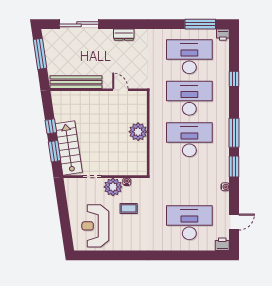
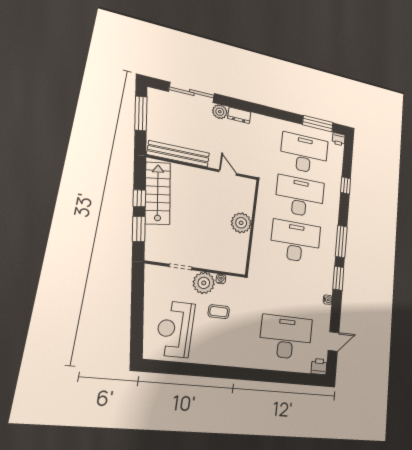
plant: (106, 36) -> (220, 112), added
stairs: (69, 148) -> (158, 193), moved

